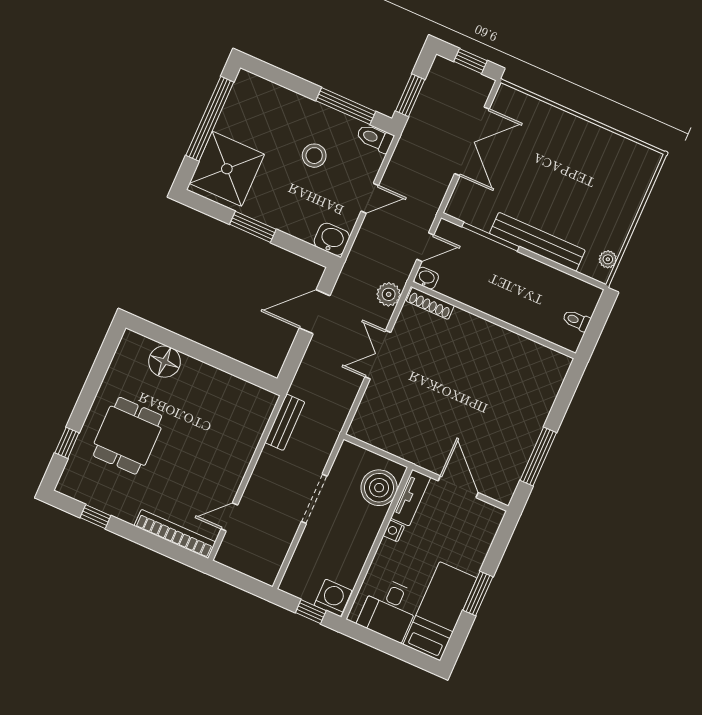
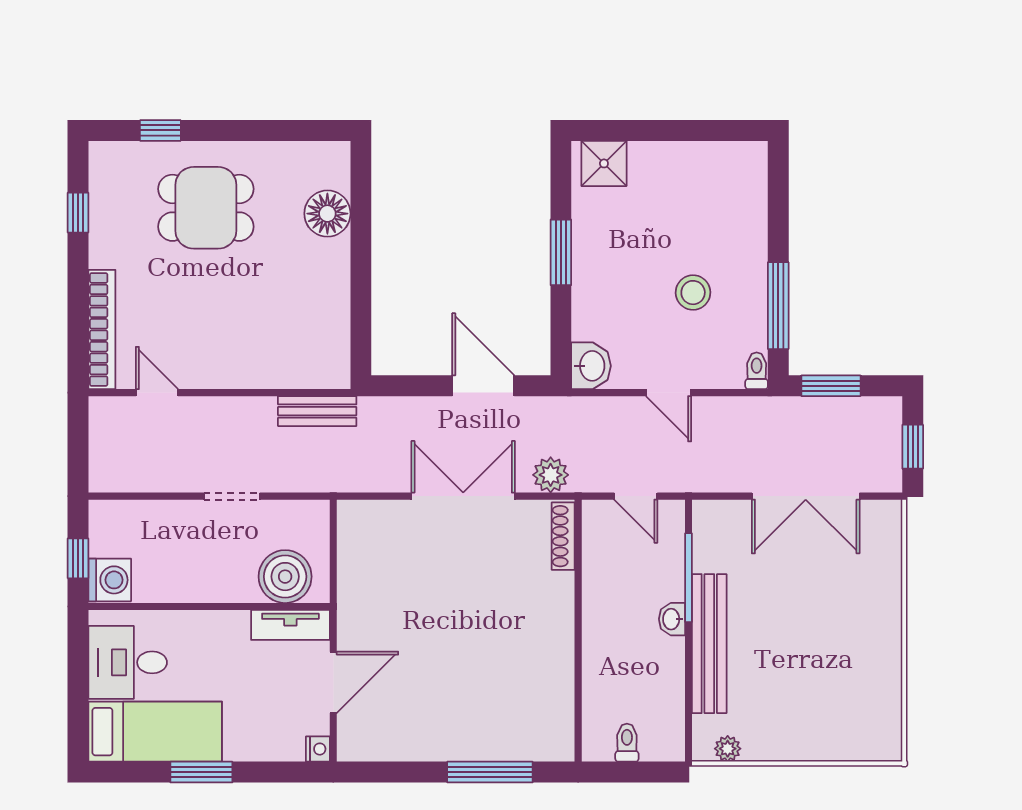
window: (210, 119) -> (681, 130), removed
toilet: (375, 138) -> (757, 371), width x0.73, depth x0.72
shower: (227, 169) -> (604, 163), width x0.54, depth x0.54
washbasin: (426, 278) -> (672, 619), moved, turned 180
double door: (378, 355) -> (463, 496), width x1.37
window: (538, 456) -> (490, 772), moved
doorway: (314, 499) -> (232, 496), width x0.73
nightstand: (394, 531) -> (318, 749), moved, turned 90

